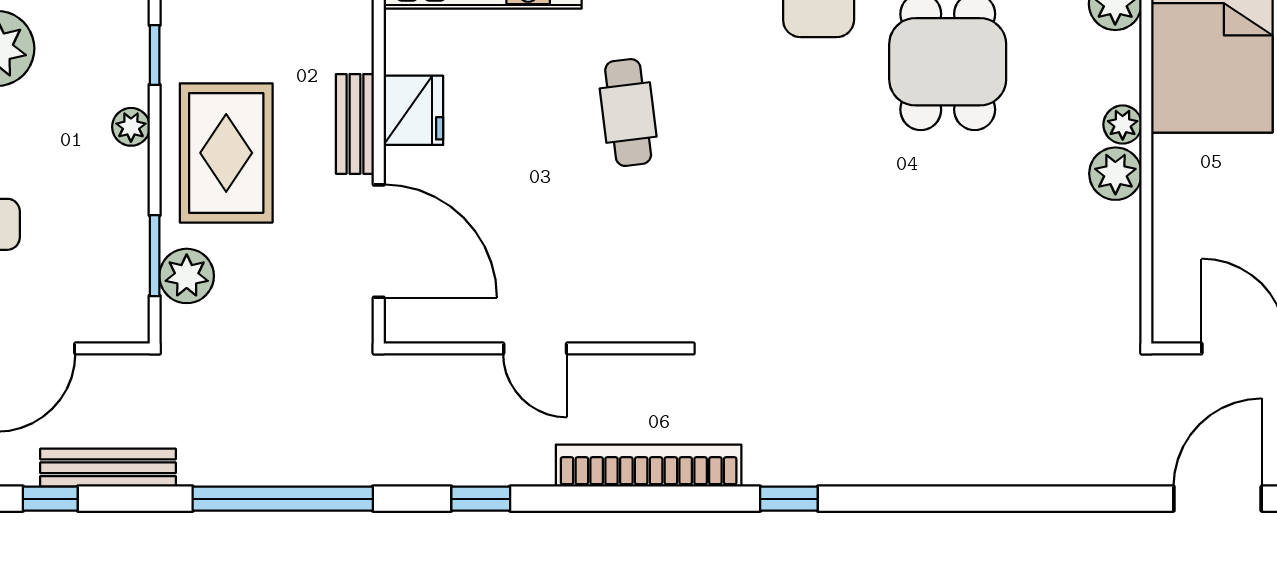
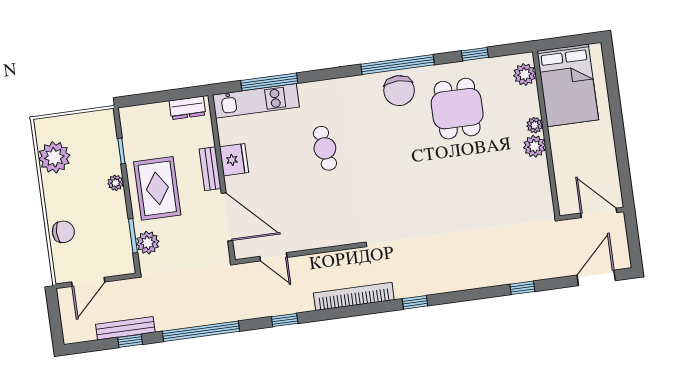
door: (535, 348) -> (273, 257), moved
window: (50, 499) -> (130, 341), moved
window: (1043, 499) -> (522, 288), added

